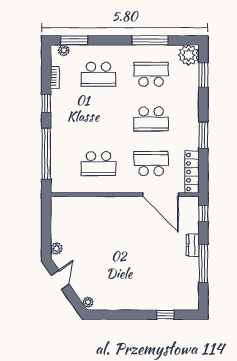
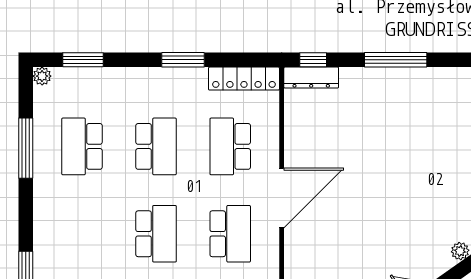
plant: (189, 55) -> (42, 76), width x0.53, depth x0.53
school desk: (98, 74) -> (156, 234), moved
door: (161, 195) -> (282, 198), moved
dresser: (193, 245) -> (311, 78), moved, width x1.44

